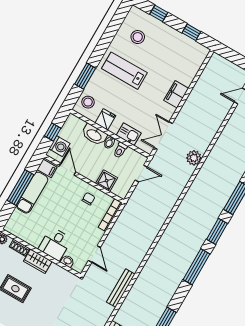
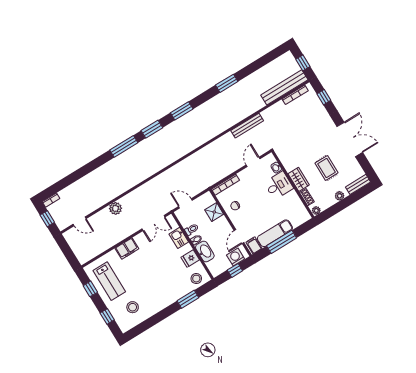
lab bench: (124, 71) -> (109, 281), moved
plant: (194, 158) -> (115, 208), moved
window: (196, 267) -> (182, 111), width x0.69

